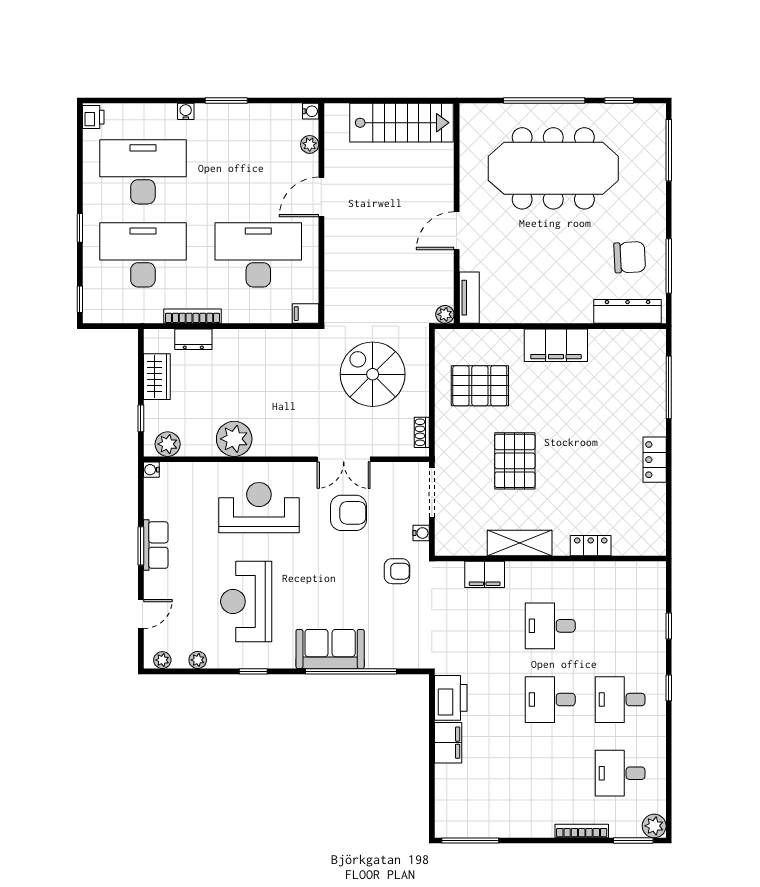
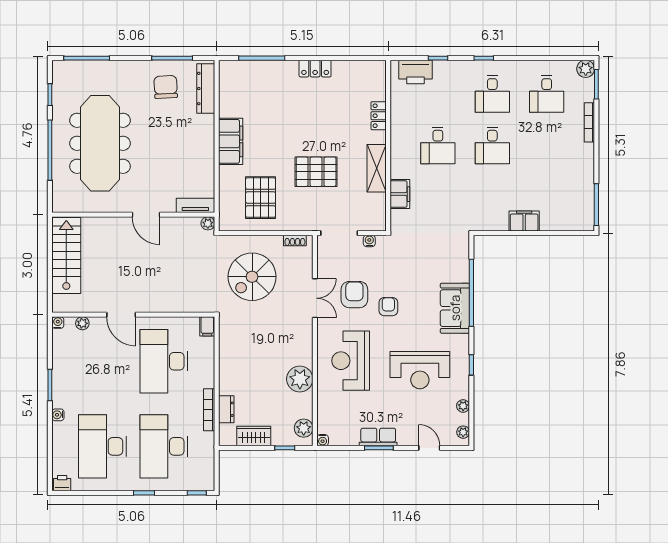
armchair: (397, 571) -> (388, 307), moved
printer: (451, 698) -> (416, 72), moved, turned 180

